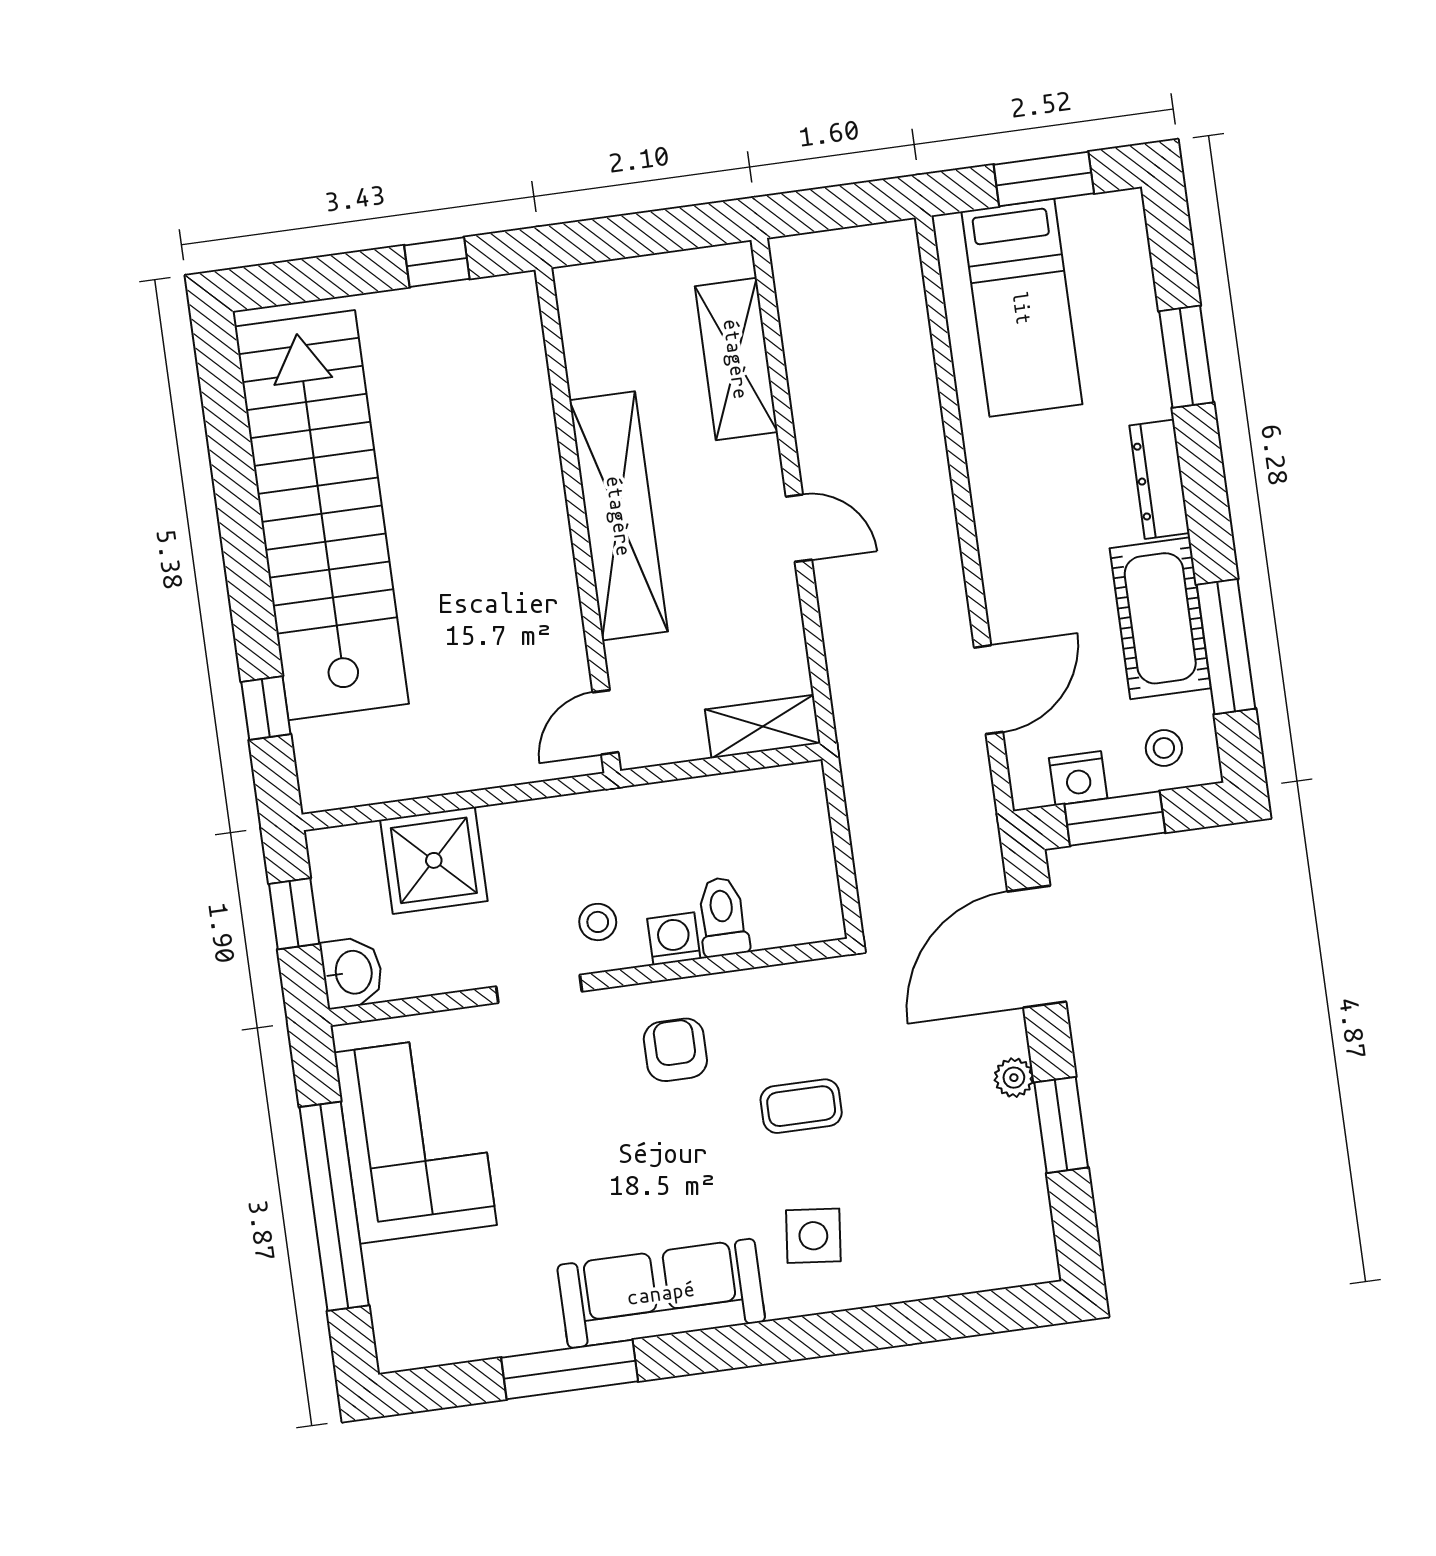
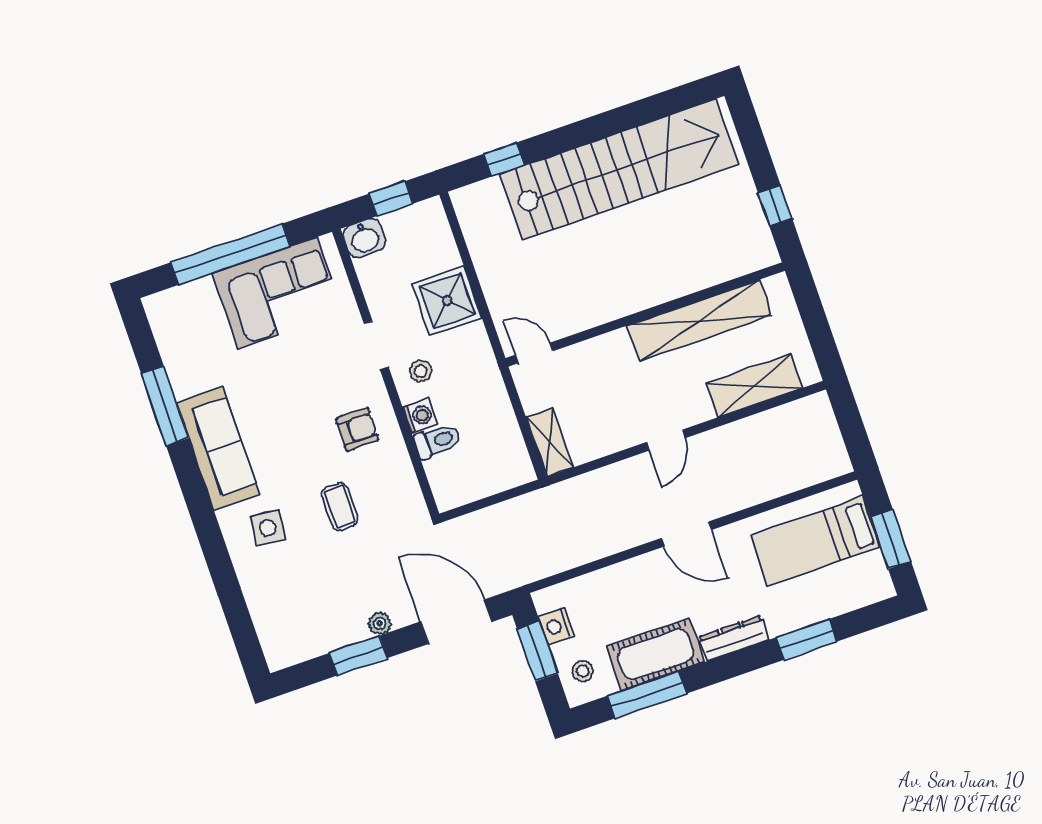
shelving: (619, 516) -> (699, 321), moved
door: (988, 690) -> (686, 534), moved
shower: (434, 860) -> (447, 301), moved

